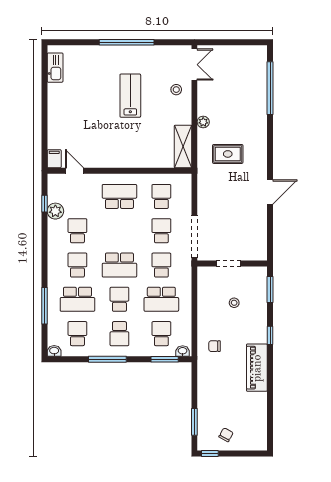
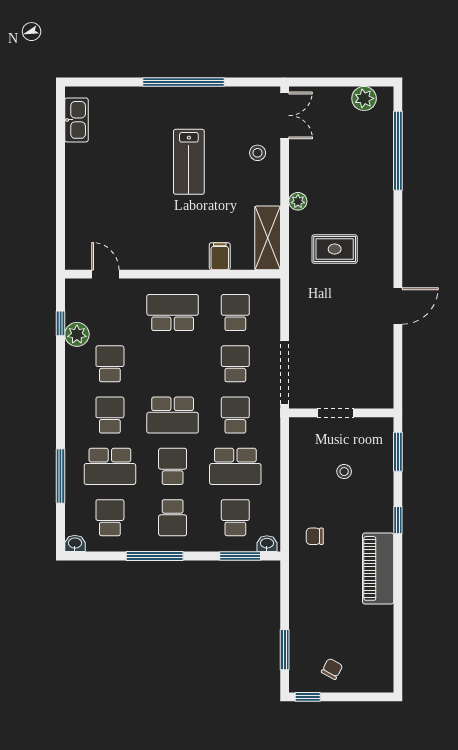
plant: (247, 53) -> (364, 98), added
lab bench: (130, 96) -> (189, 162), turned 180
filing cabinet: (54, 159) -> (220, 256), moved

